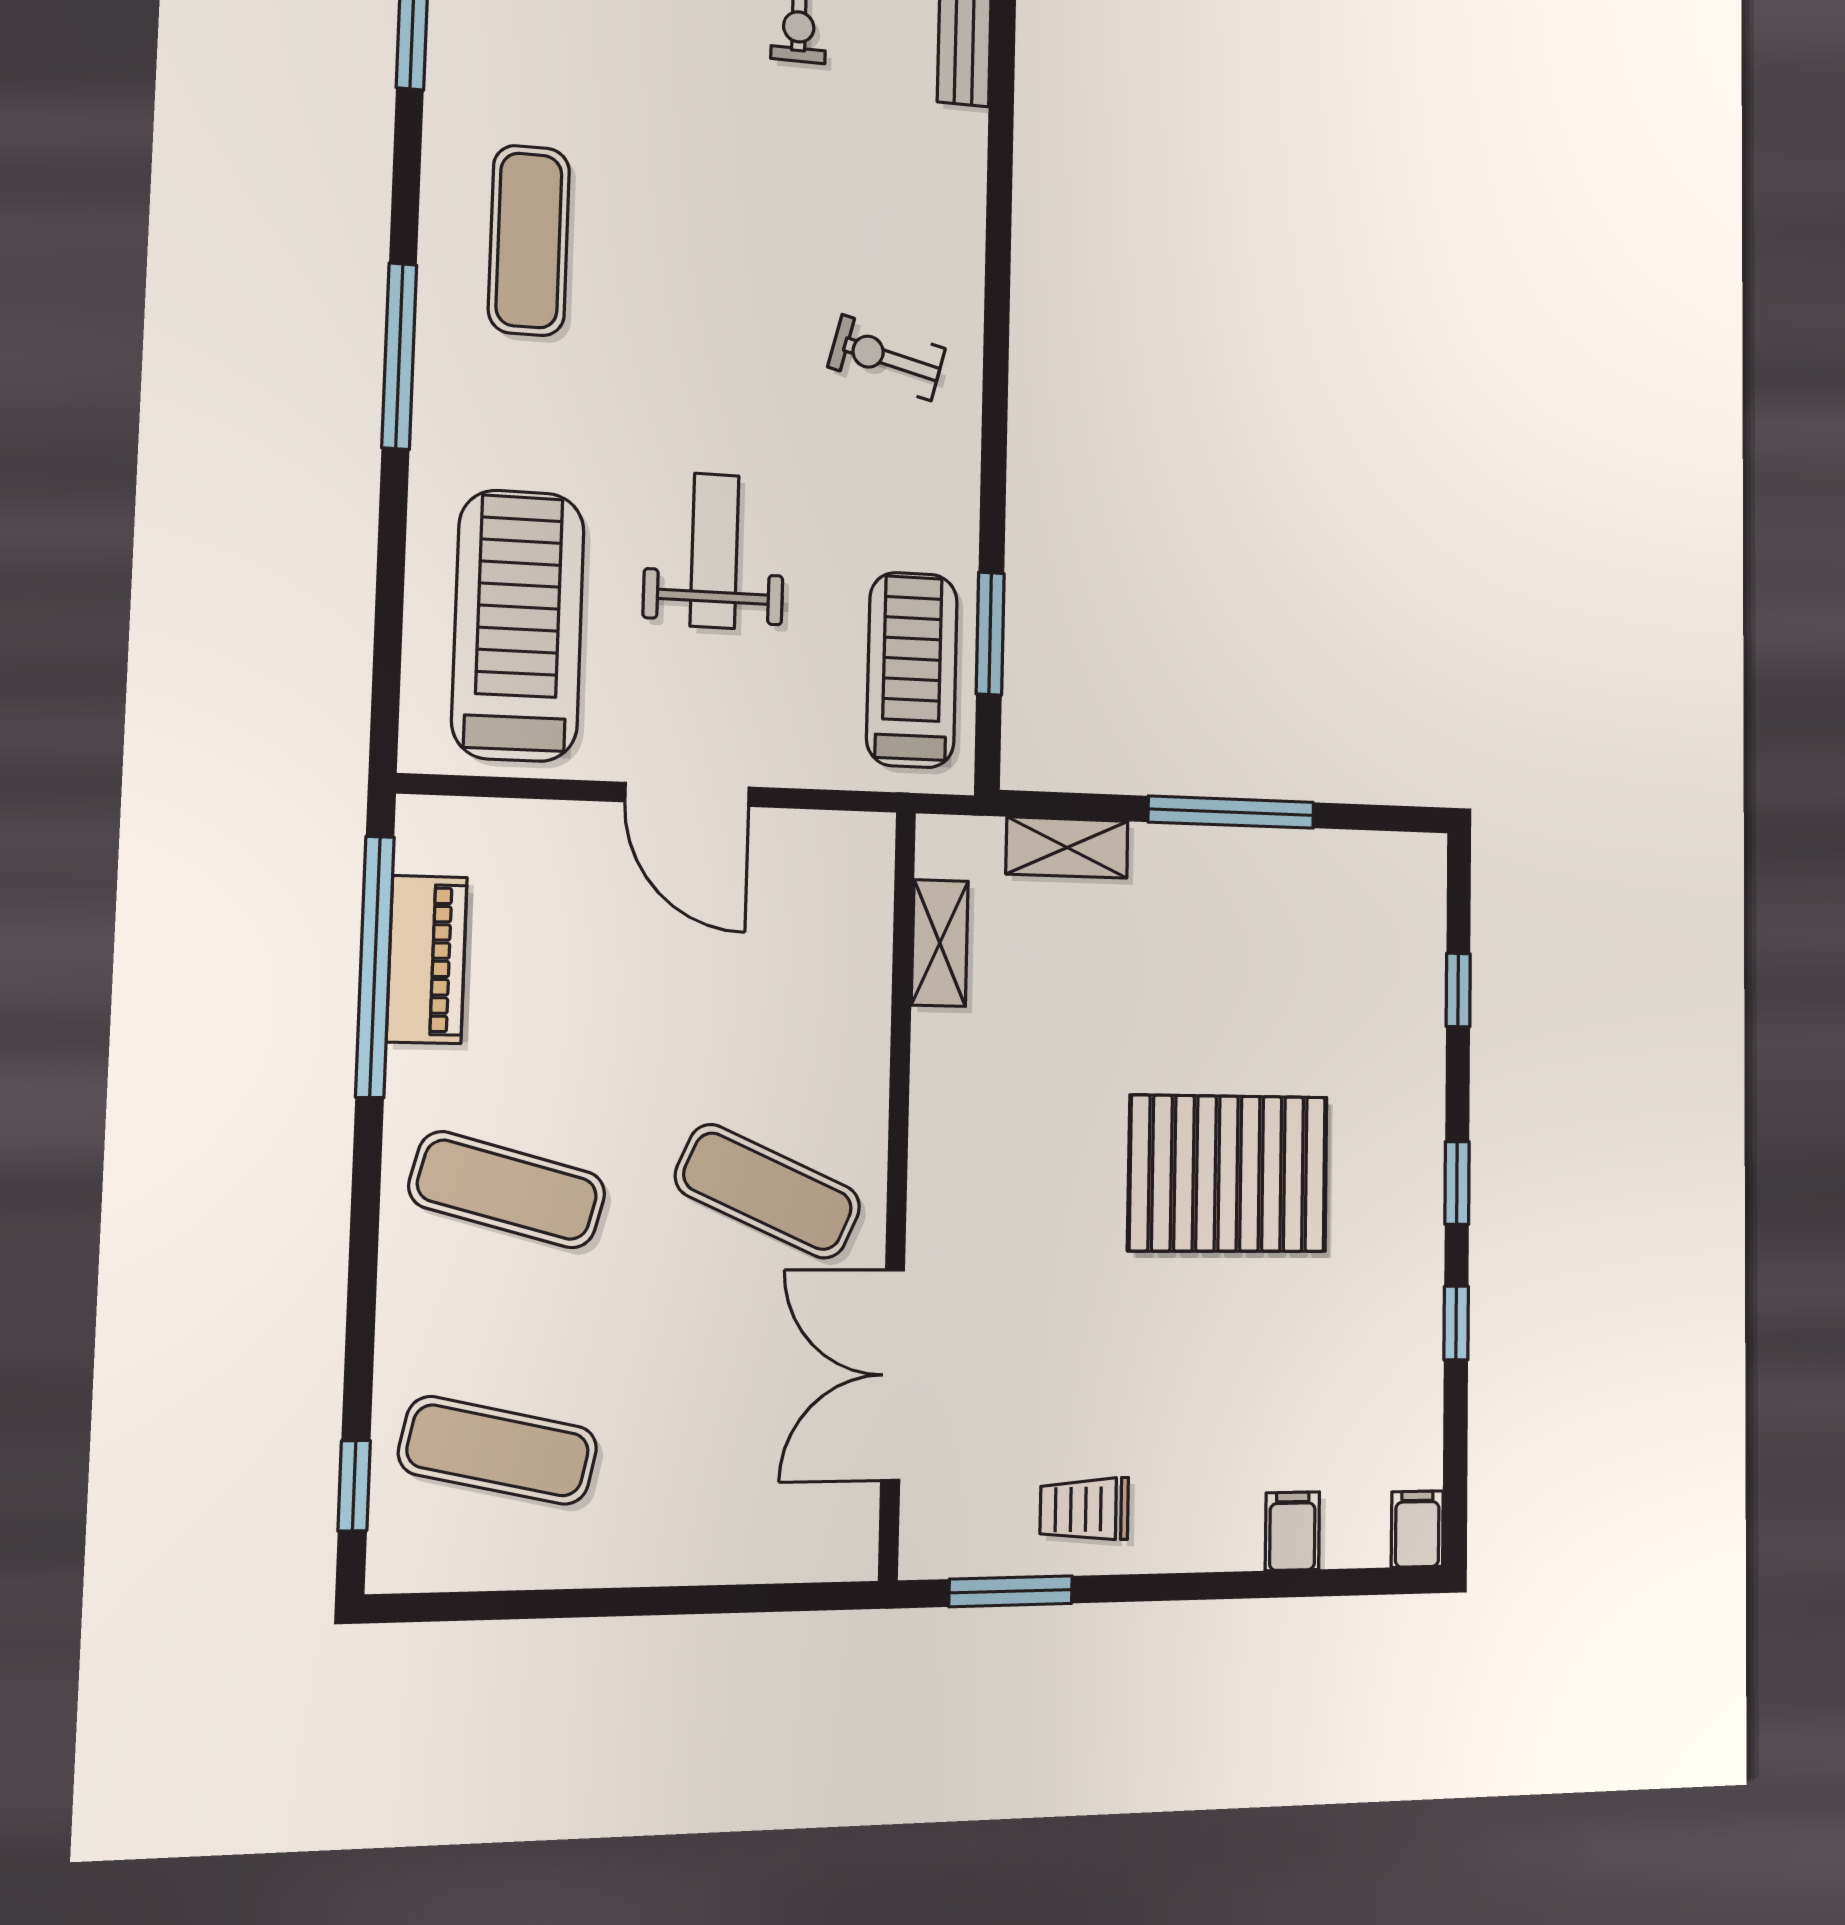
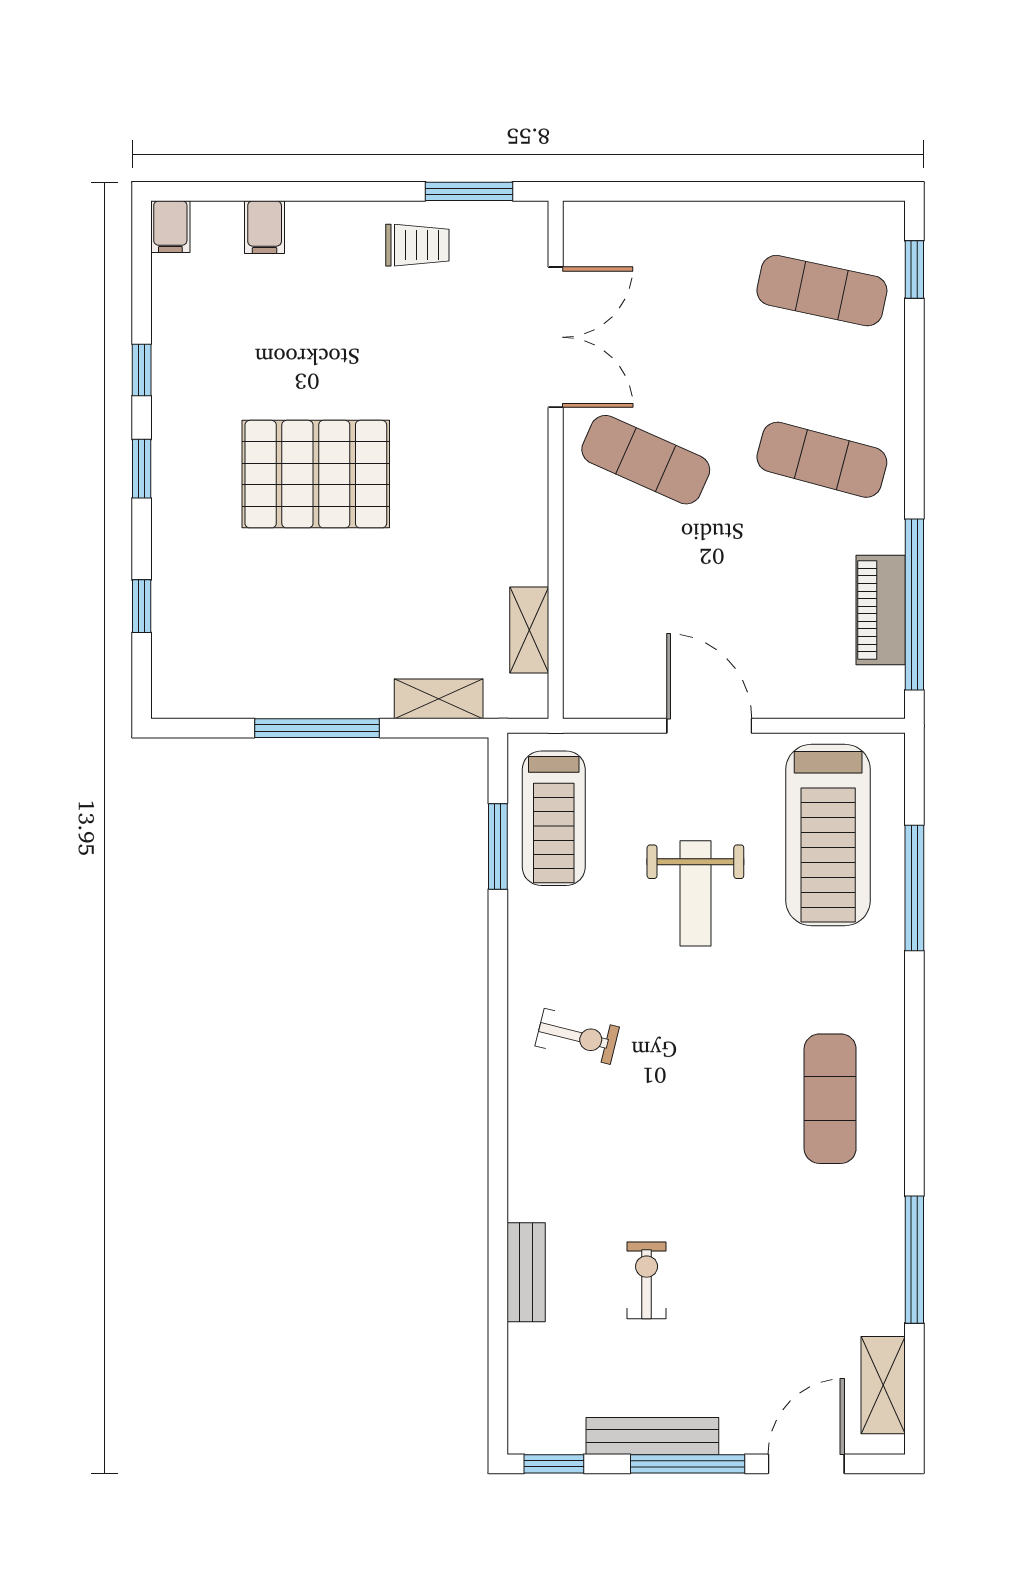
window: (399, 356) -> (914, 888), moved

